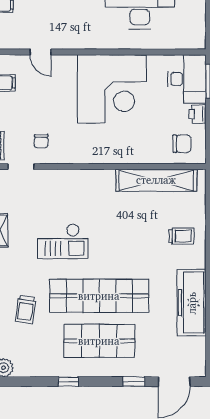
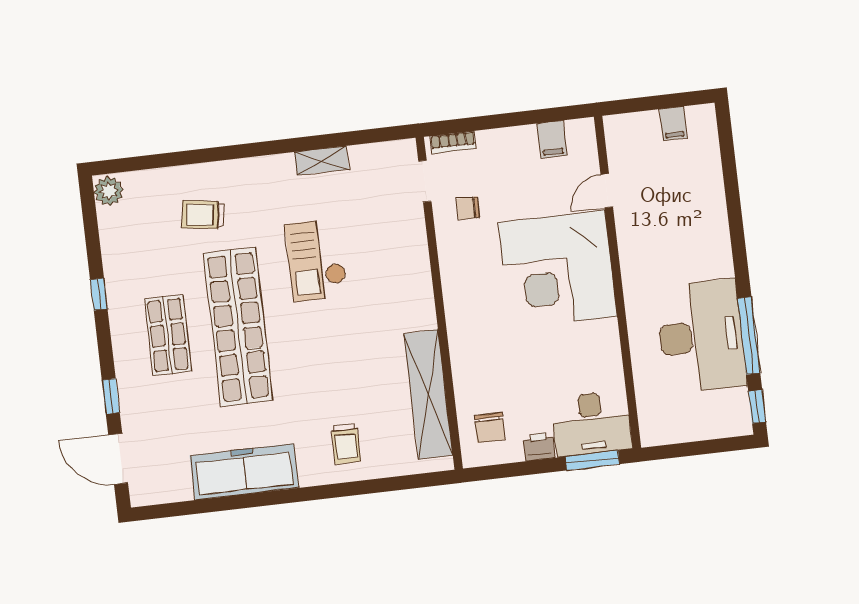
corner desk: (112, 89) -> (558, 269), moved
shop shelf: (99, 341) -> (168, 335), width x0.70, depth x0.74

